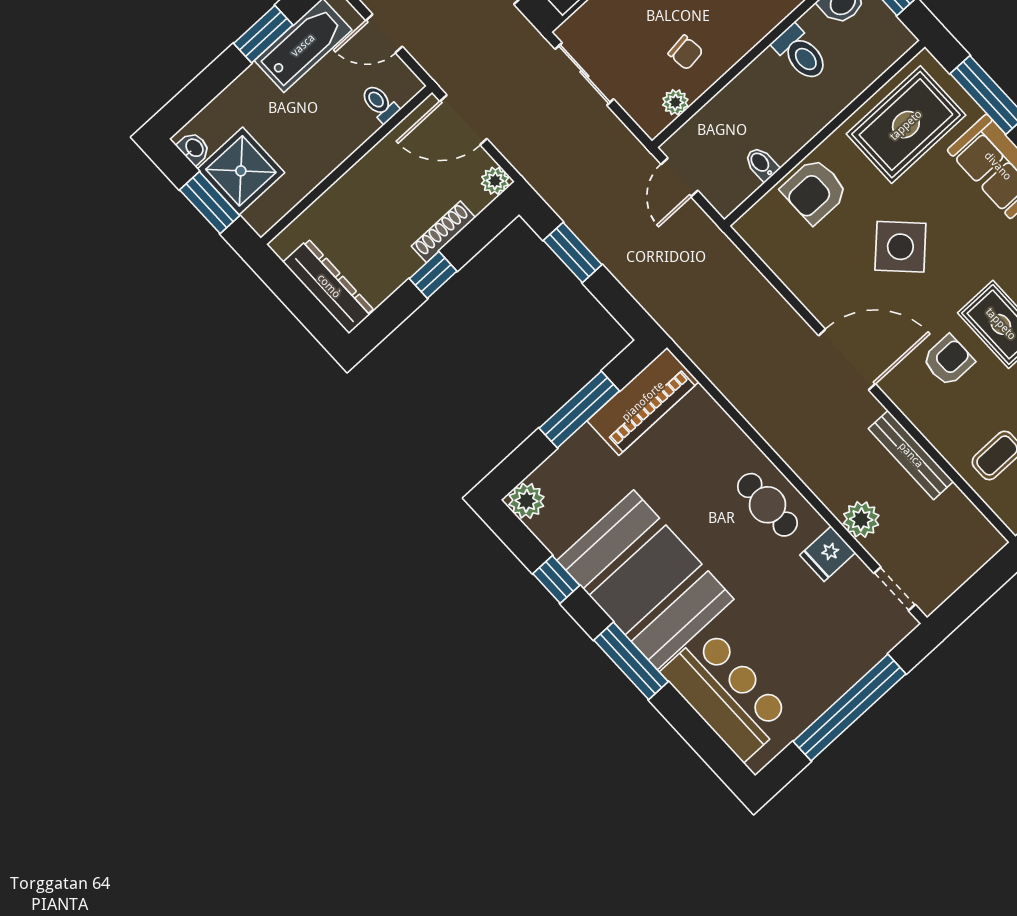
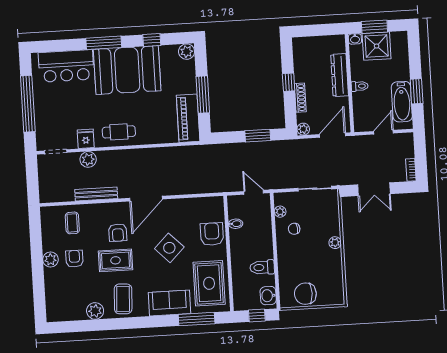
toilet: (380, 103) -> (360, 86), moved
washbasin: (194, 148) -> (355, 39), moved
dresser: (329, 286) -> (340, 75), moved, turned 90

